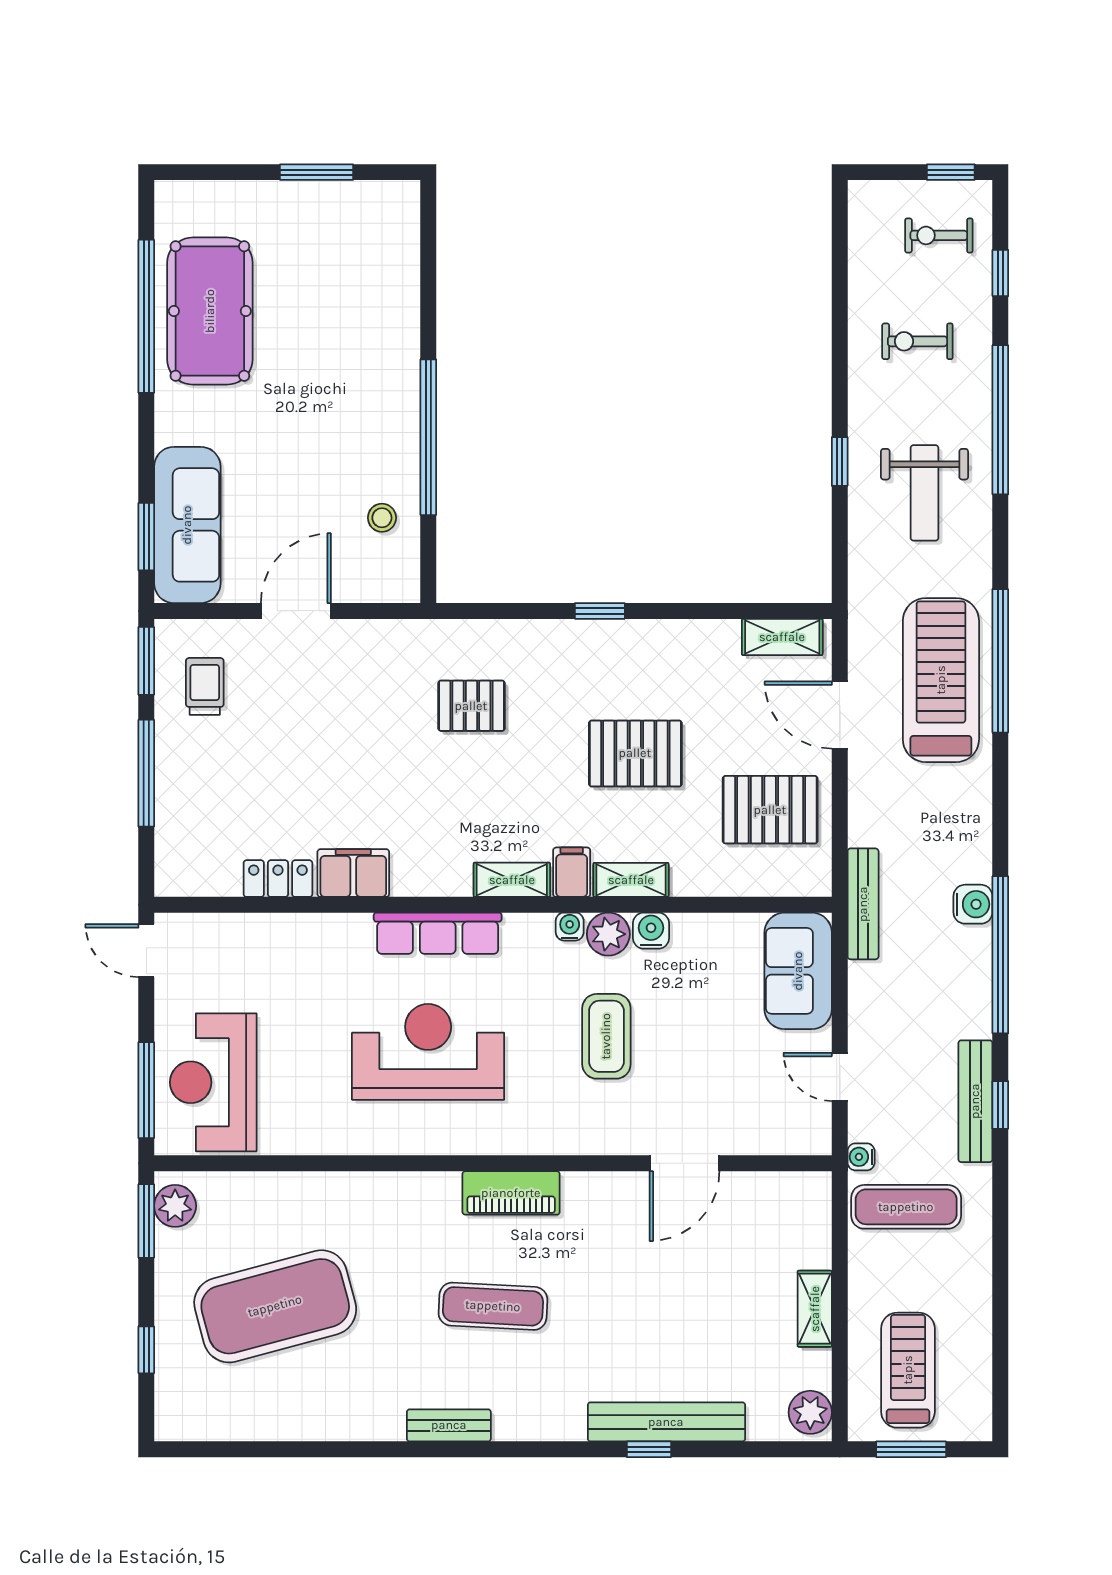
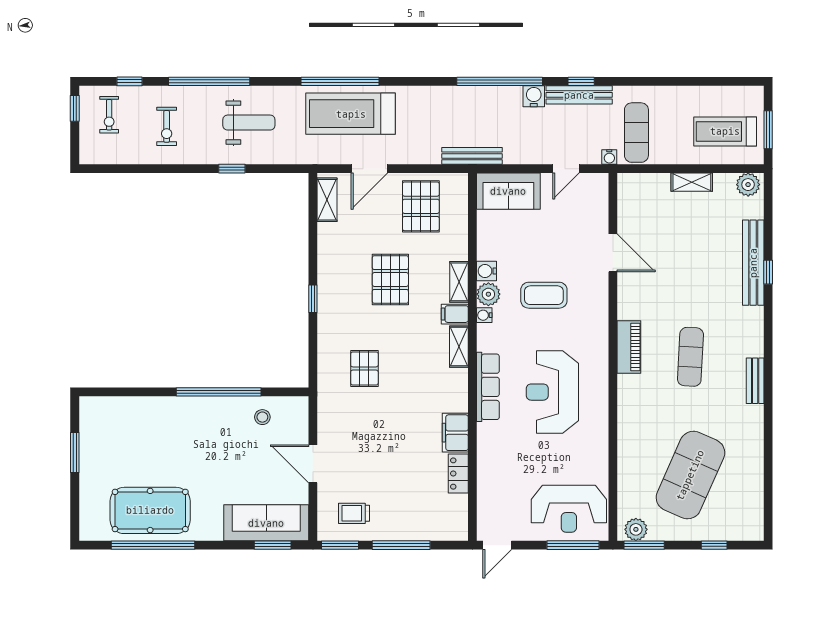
water cooler: (973, 904) -> (534, 96), moved
exercise mat: (275, 1306) -> (690, 475), turned 39

